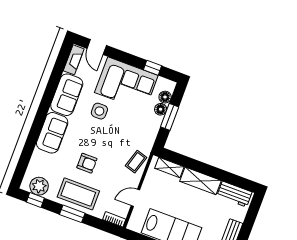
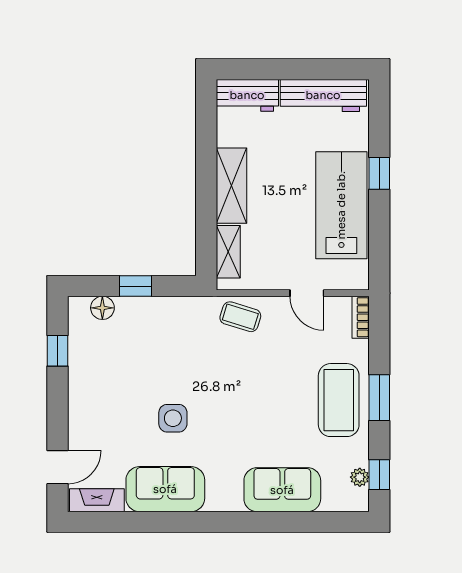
corner sofa: (126, 84) -> (105, 388), removed
floor lamp: (161, 109) -> (128, 308), removed
window: (170, 117) -> (136, 286), width x0.67
sofa: (52, 133) -> (282, 490), moved
armchair: (87, 163) -> (277, 405), removed
plant: (39, 186) -> (360, 477), width x0.53, depth x0.53
workbench: (234, 194) -> (247, 95), moved, turned 90

